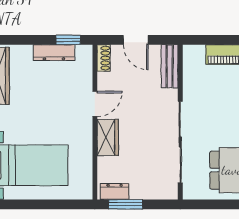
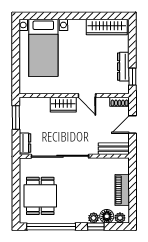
dresser: (115, 191) -> (25, 143), moved

